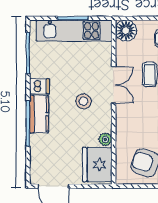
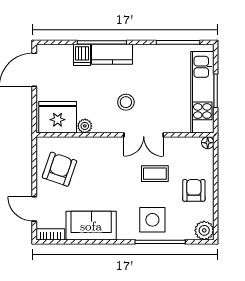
floor lamp: (126, 31) -> (208, 143), width x0.53, depth x0.53
dishwasher: (40, 86) -> (82, 55), moved

